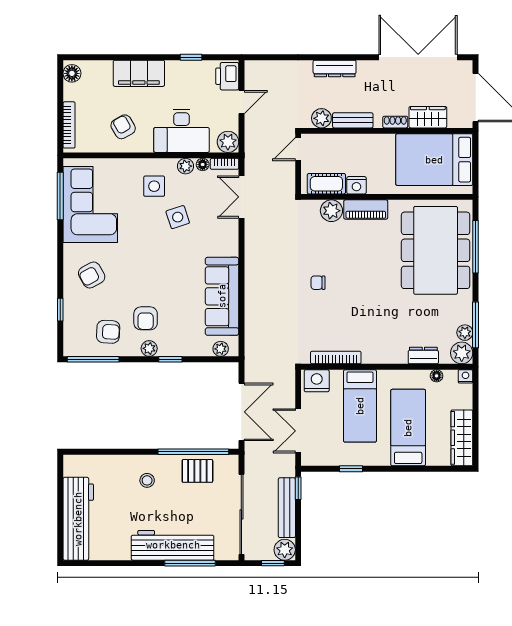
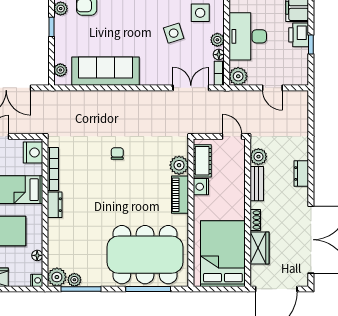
dresser: (335, 68) -> (301, 173), width x0.70
printer: (227, 76) -> (299, 35), moved, turned -90
dresser: (423, 356) -> (55, 205), moved

